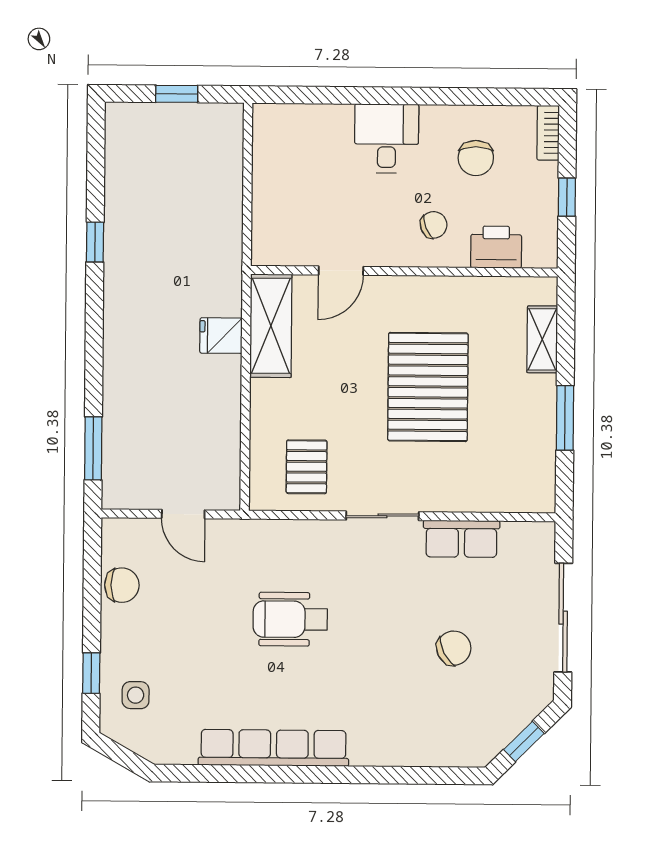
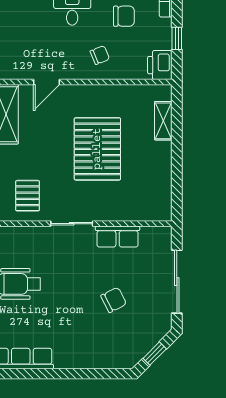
chair: (476, 158) -> (124, 16), turned -90
printer: (496, 247) -> (160, 65), moved, turned -90
window: (565, 418) -> (177, 166), removed

